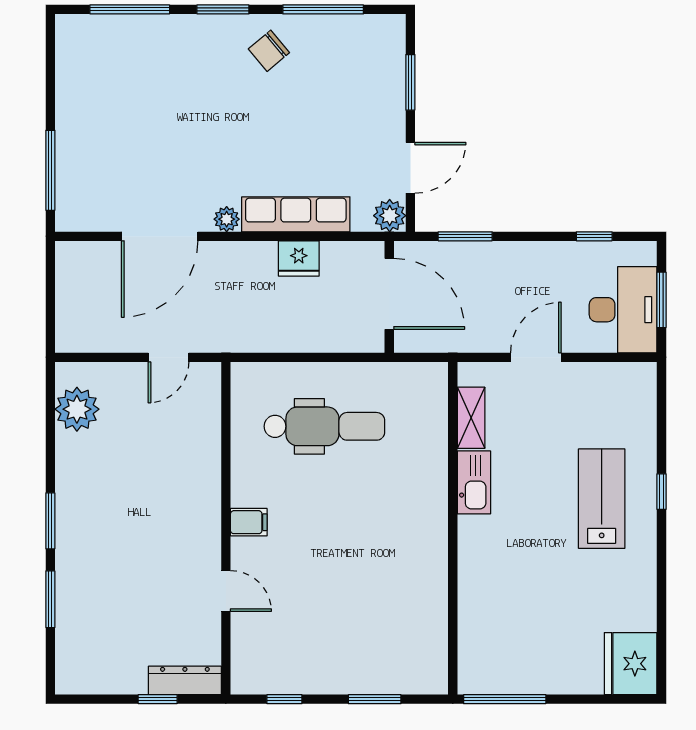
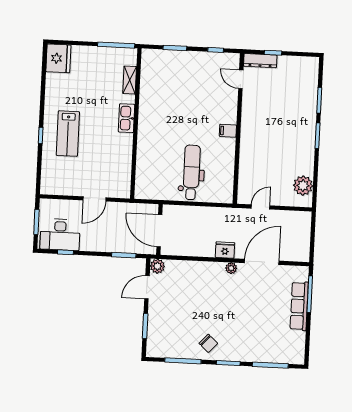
chair: (269, 51) -> (208, 343), turned 82
row of seats: (296, 214) -> (299, 306), moved, turned 90
fridge: (299, 258) -> (225, 250), moved
desk: (623, 310) -> (60, 235), moved, turned -90
shelving: (471, 418) -> (130, 80), moved
dental chair: (324, 426) -> (192, 172), turned 90
kitchen sink: (474, 482) -> (126, 118), moved
door: (226, 591) -> (241, 79), moved

